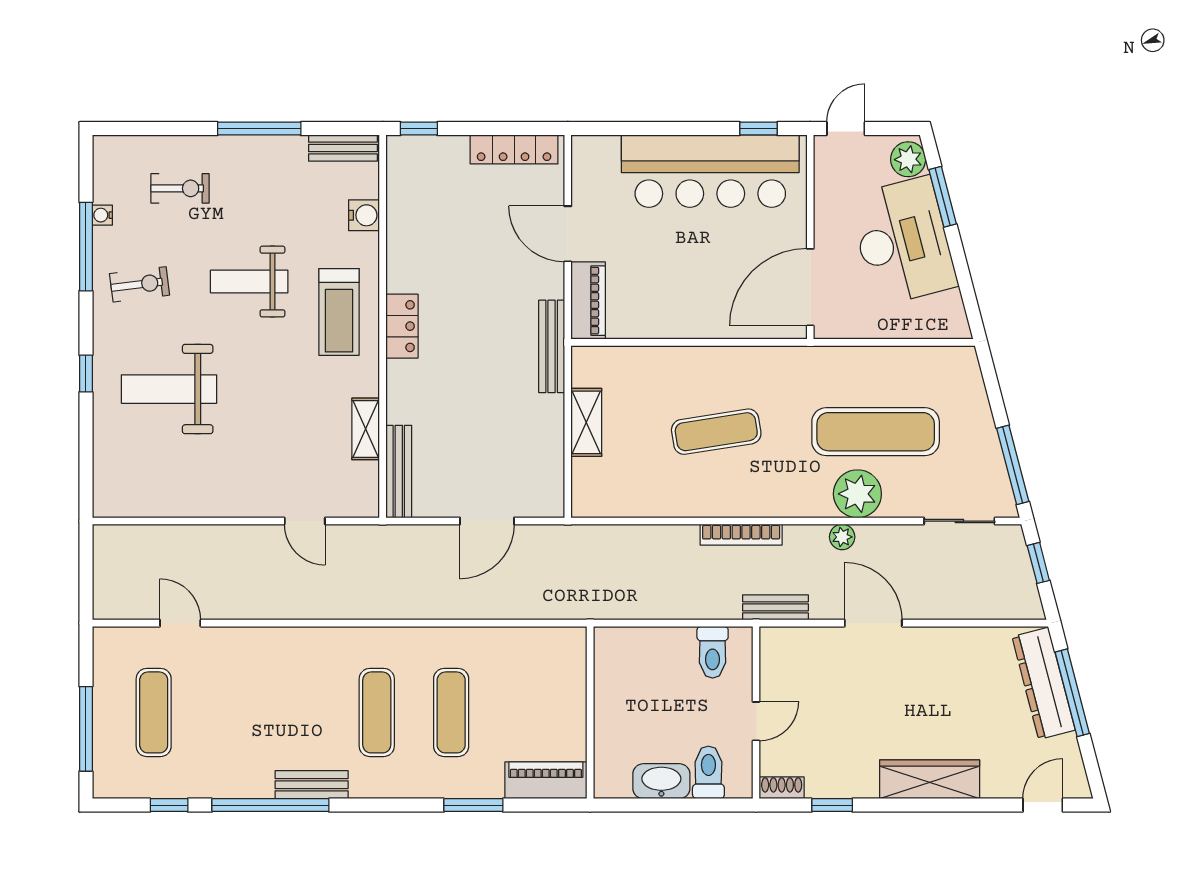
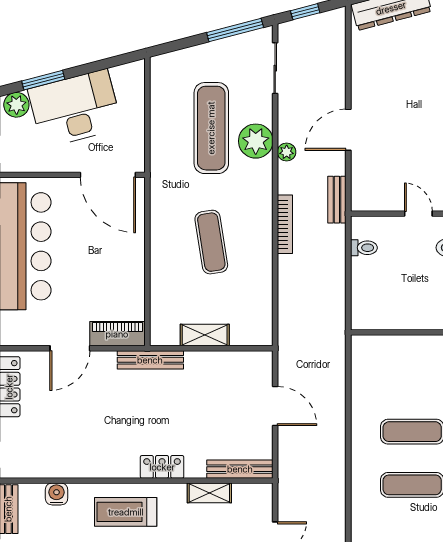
treadmill: (339, 312) -> (126, 512), turned 180
locker: (402, 326) -> (162, 467), moved
toilet: (713, 652) -> (364, 248), width x0.73, depth x0.72

